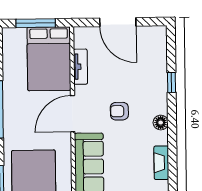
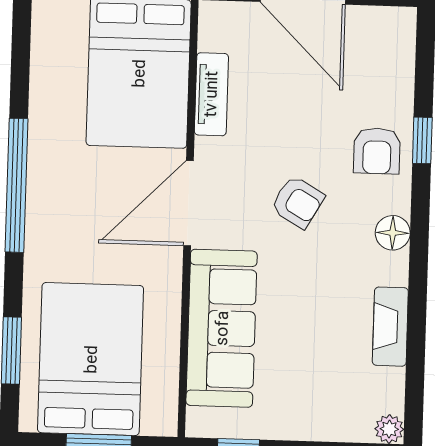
armchair: (152, 88) -> (377, 151), added
armchair: (119, 111) -> (298, 202), turned -150

